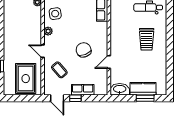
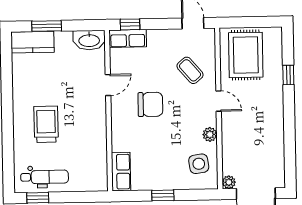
chair: (84, 50) -> (150, 104), turned -69
kitchen counter: (143, 89) -> (32, 42), moved
row of seats: (83, 90) -> (128, 38), moved
window: (75, 98) -> (130, 24), moved

